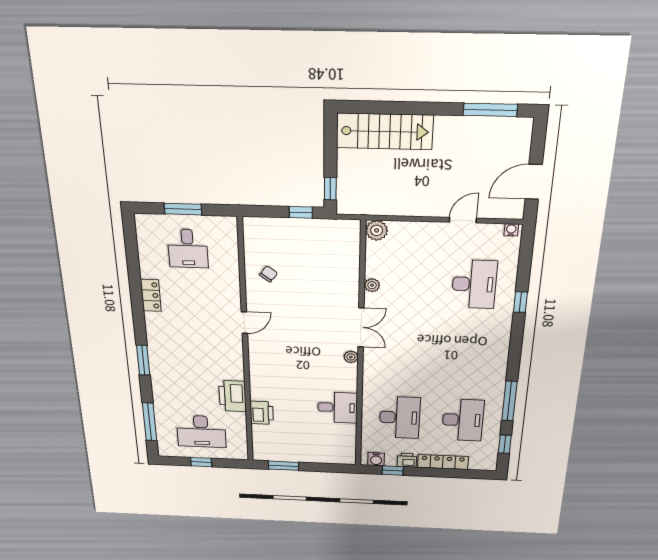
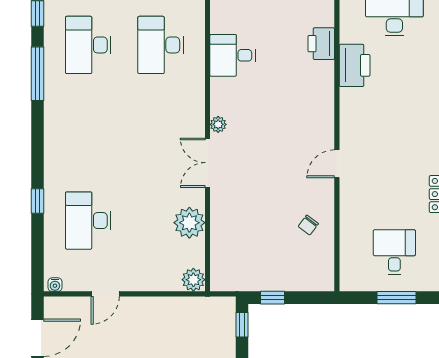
plant: (372, 285) -> (189, 223), width x1.87, depth x1.87

